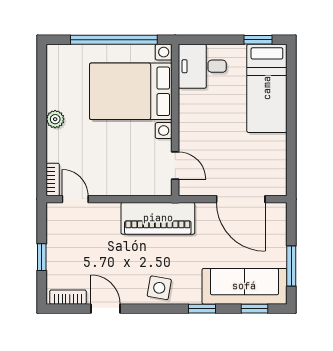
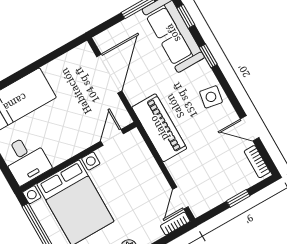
door: (106, 309) -> (250, 128), hinge flipped

